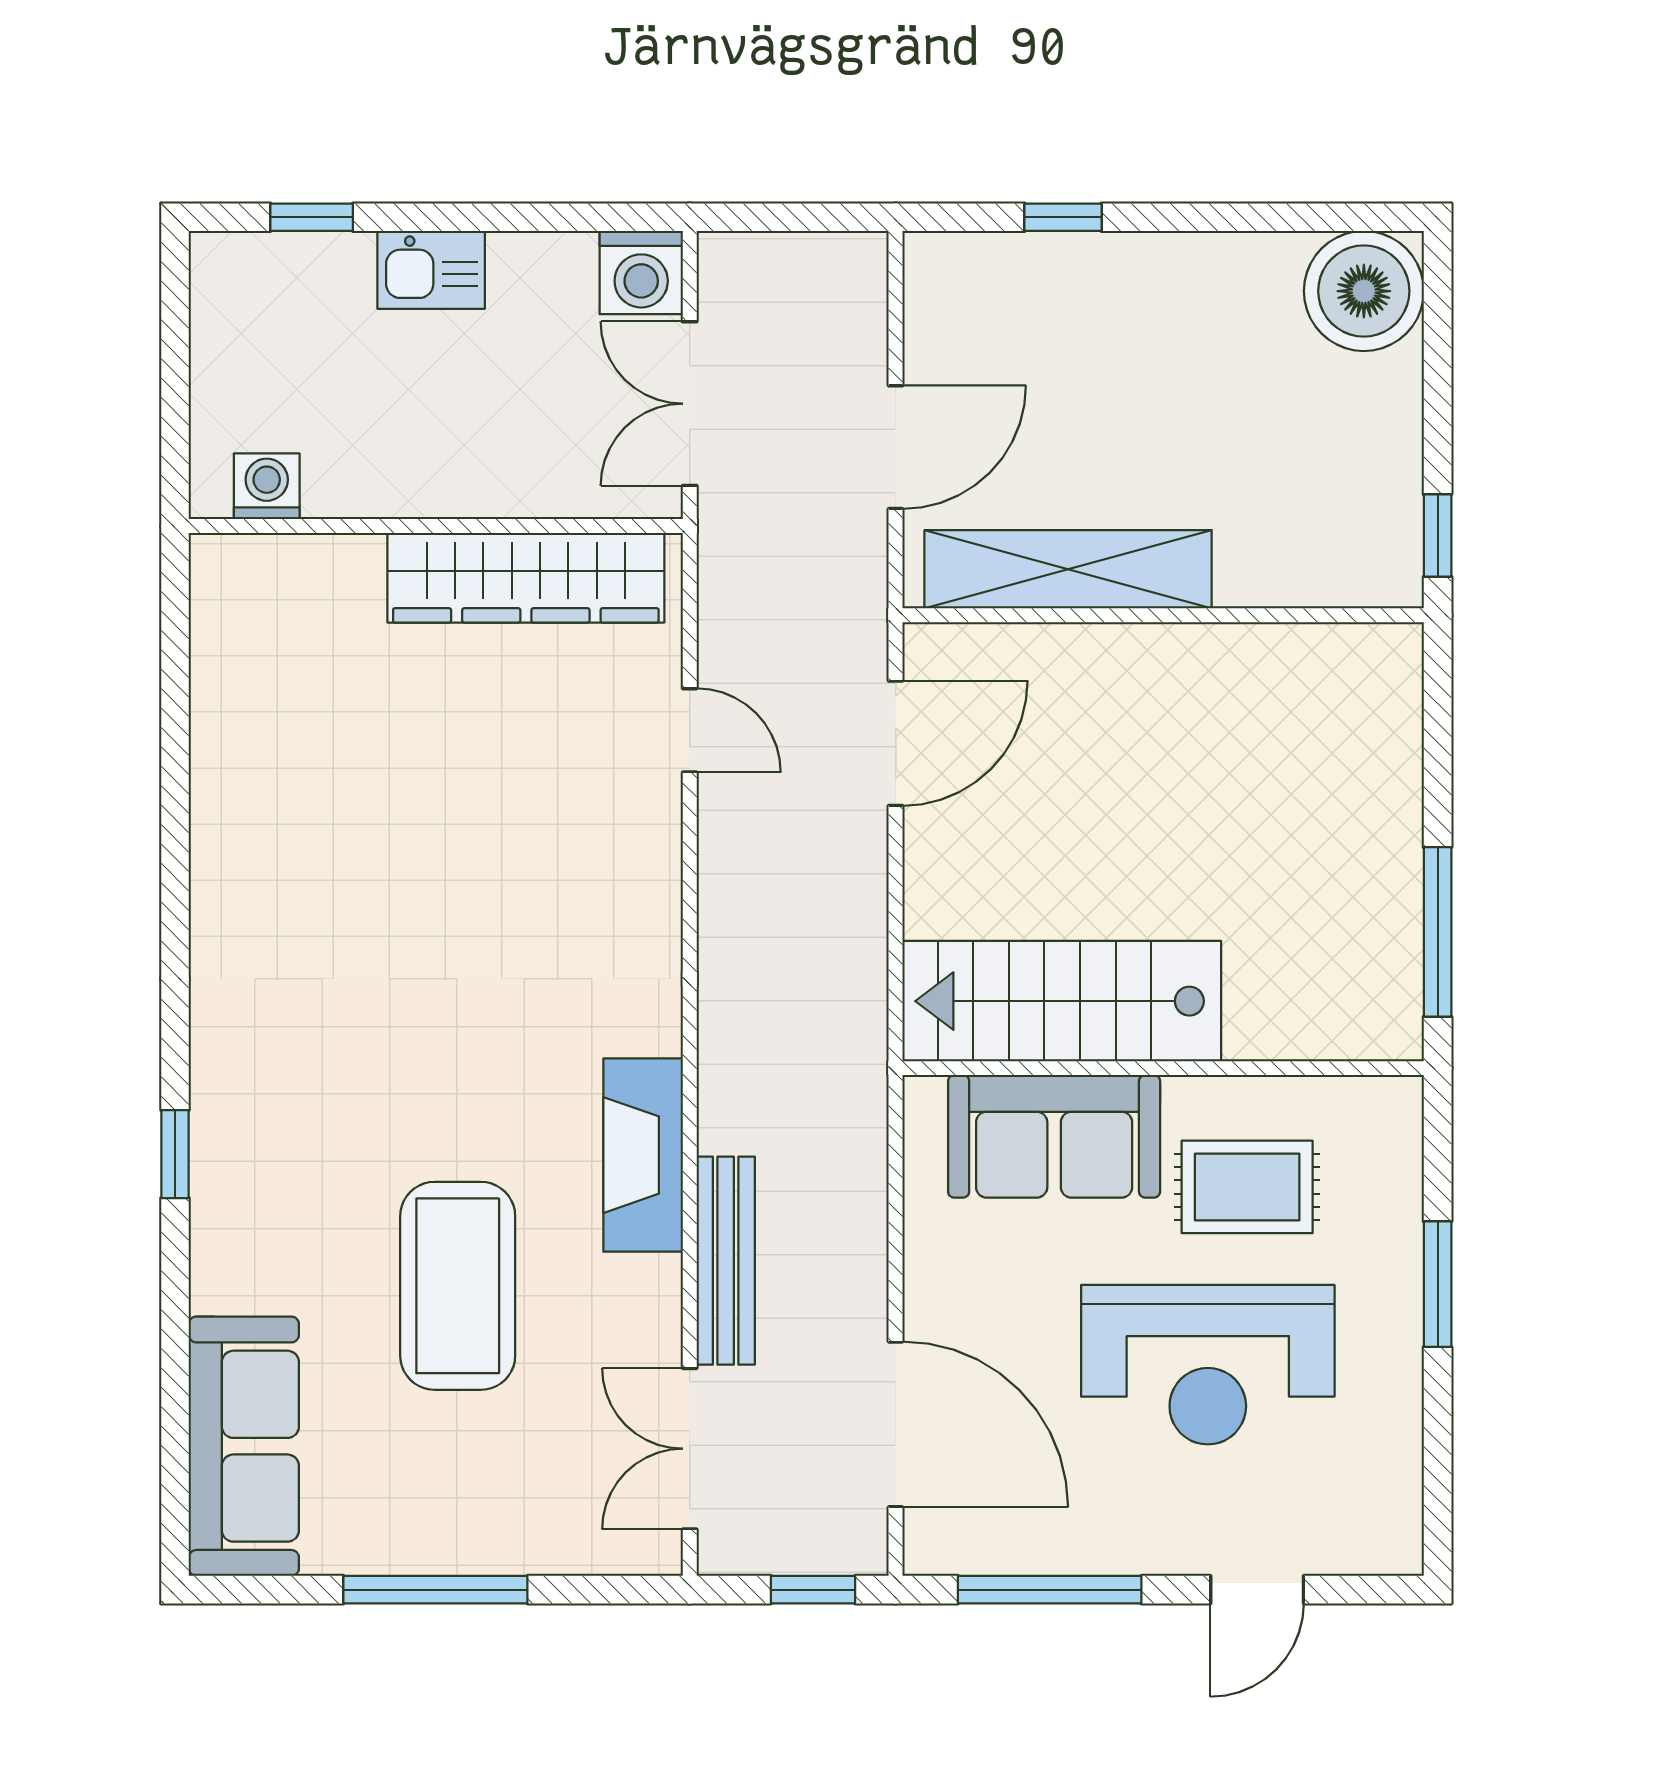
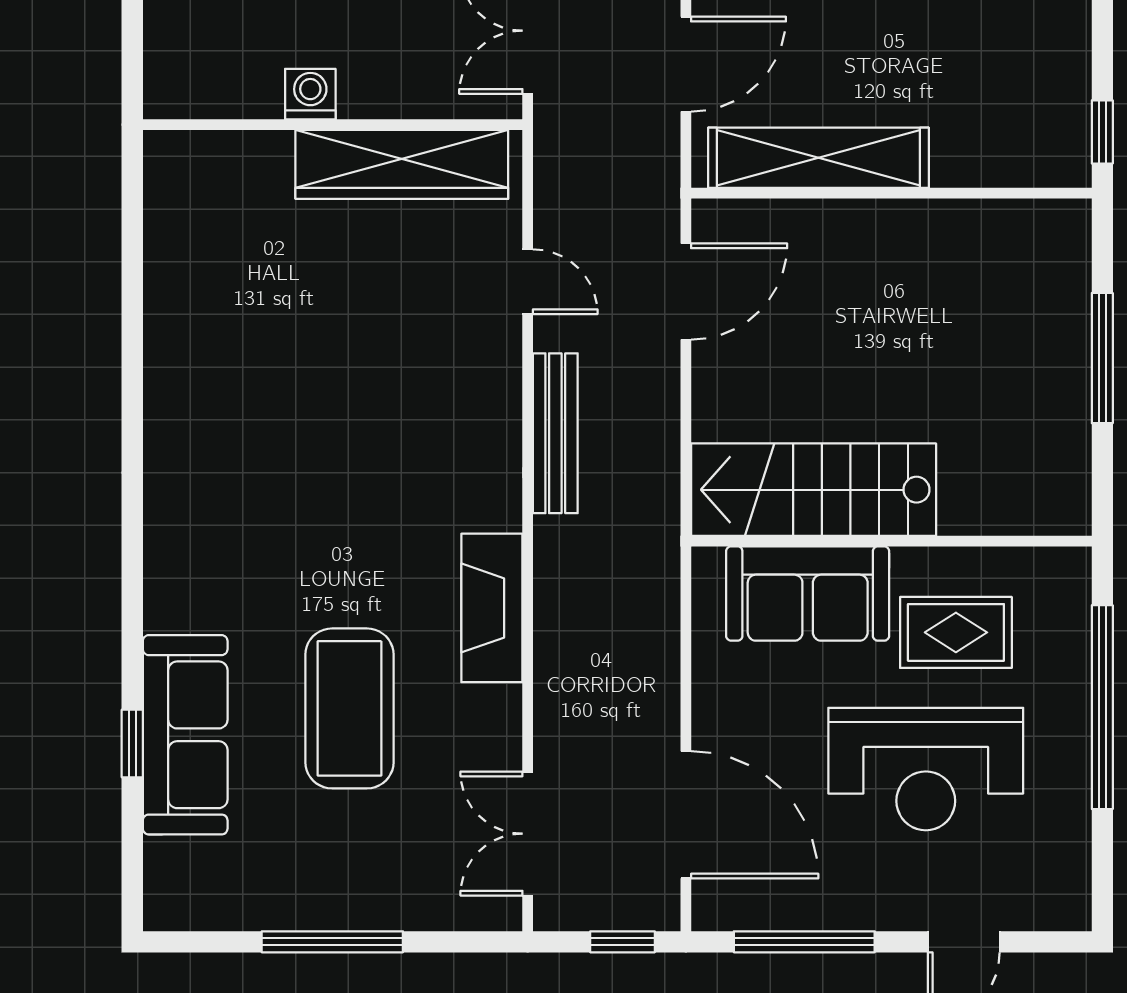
washing machine: (267, 486) -> (310, 94), moved
window: (1438, 932) -> (1102, 358), moved
window: (175, 1154) -> (132, 743), moved
bench: (726, 1261) -> (555, 433), moved
window: (1438, 1284) -> (1102, 707), width x2.11
sofa: (244, 1446) -> (185, 735), moved

